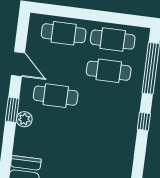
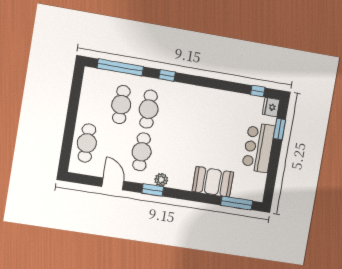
cafe table: (113, 40) -> (149, 109), moved
door: (18, 64) -> (113, 184), hinge flipped

